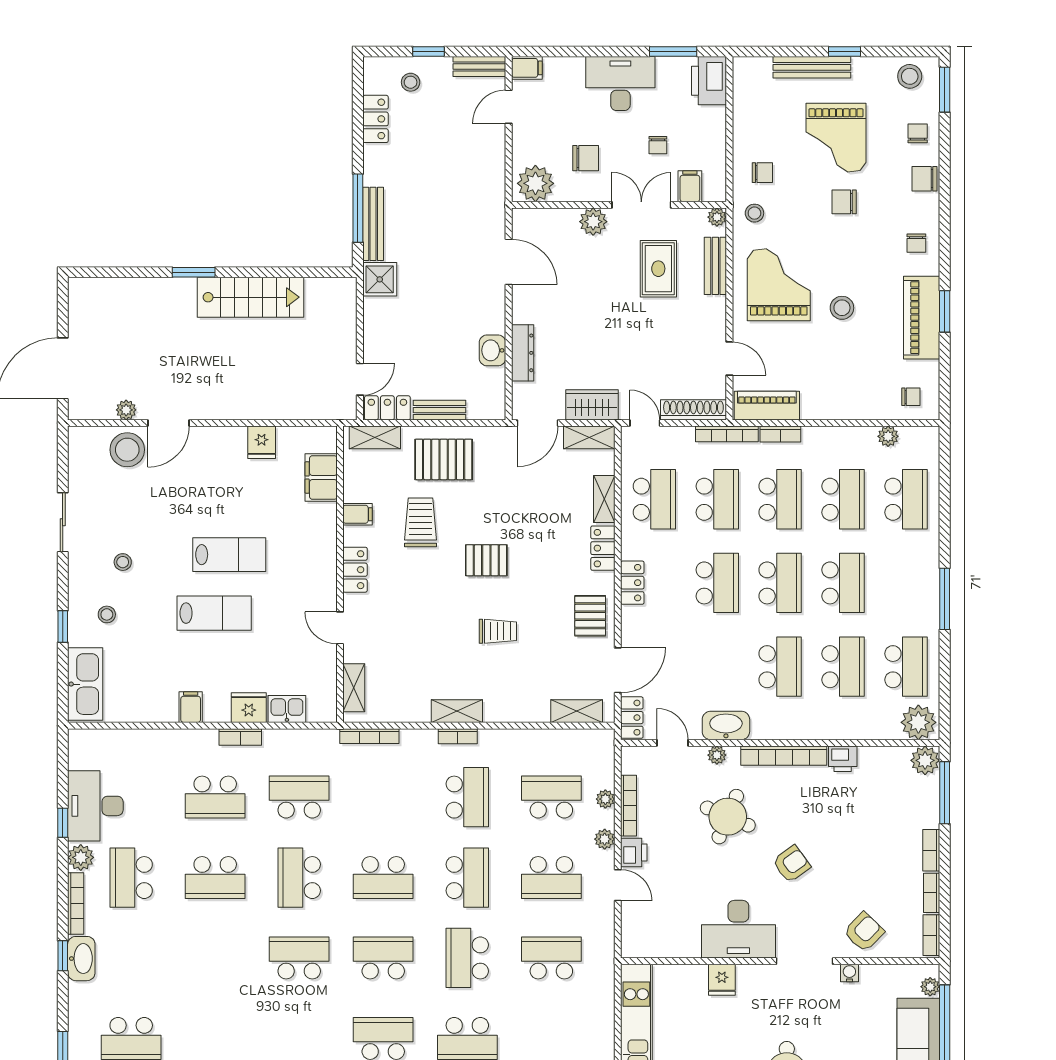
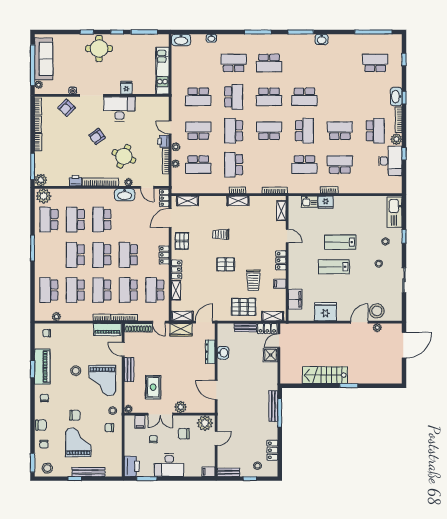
door: (509, 107) -> (216, 438), moved
bench: (715, 266) -> (129, 370), moved
shower: (380, 279) -> (271, 355), moved
fridge: (262, 442) -> (325, 312), width x1.88, depth x1.34
filing cabinet: (191, 707) -> (350, 202), removed

